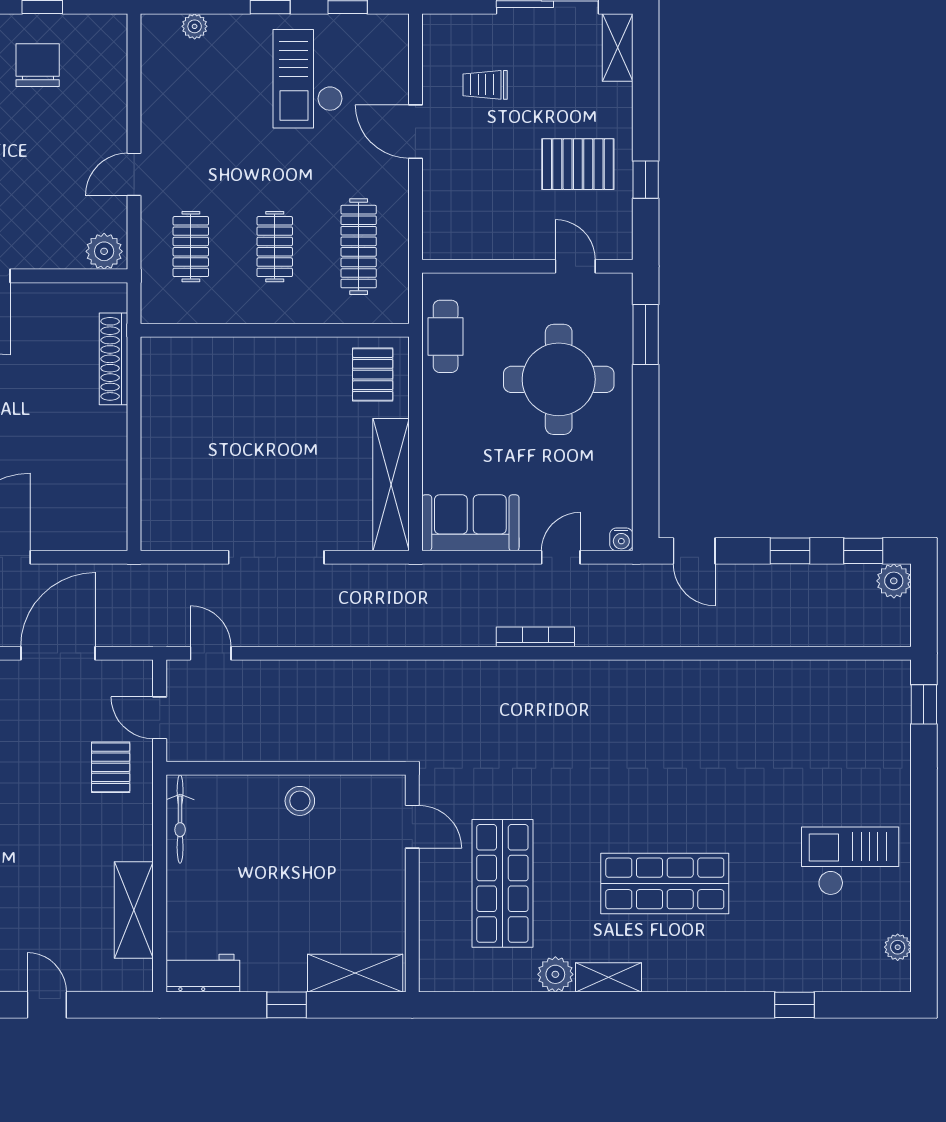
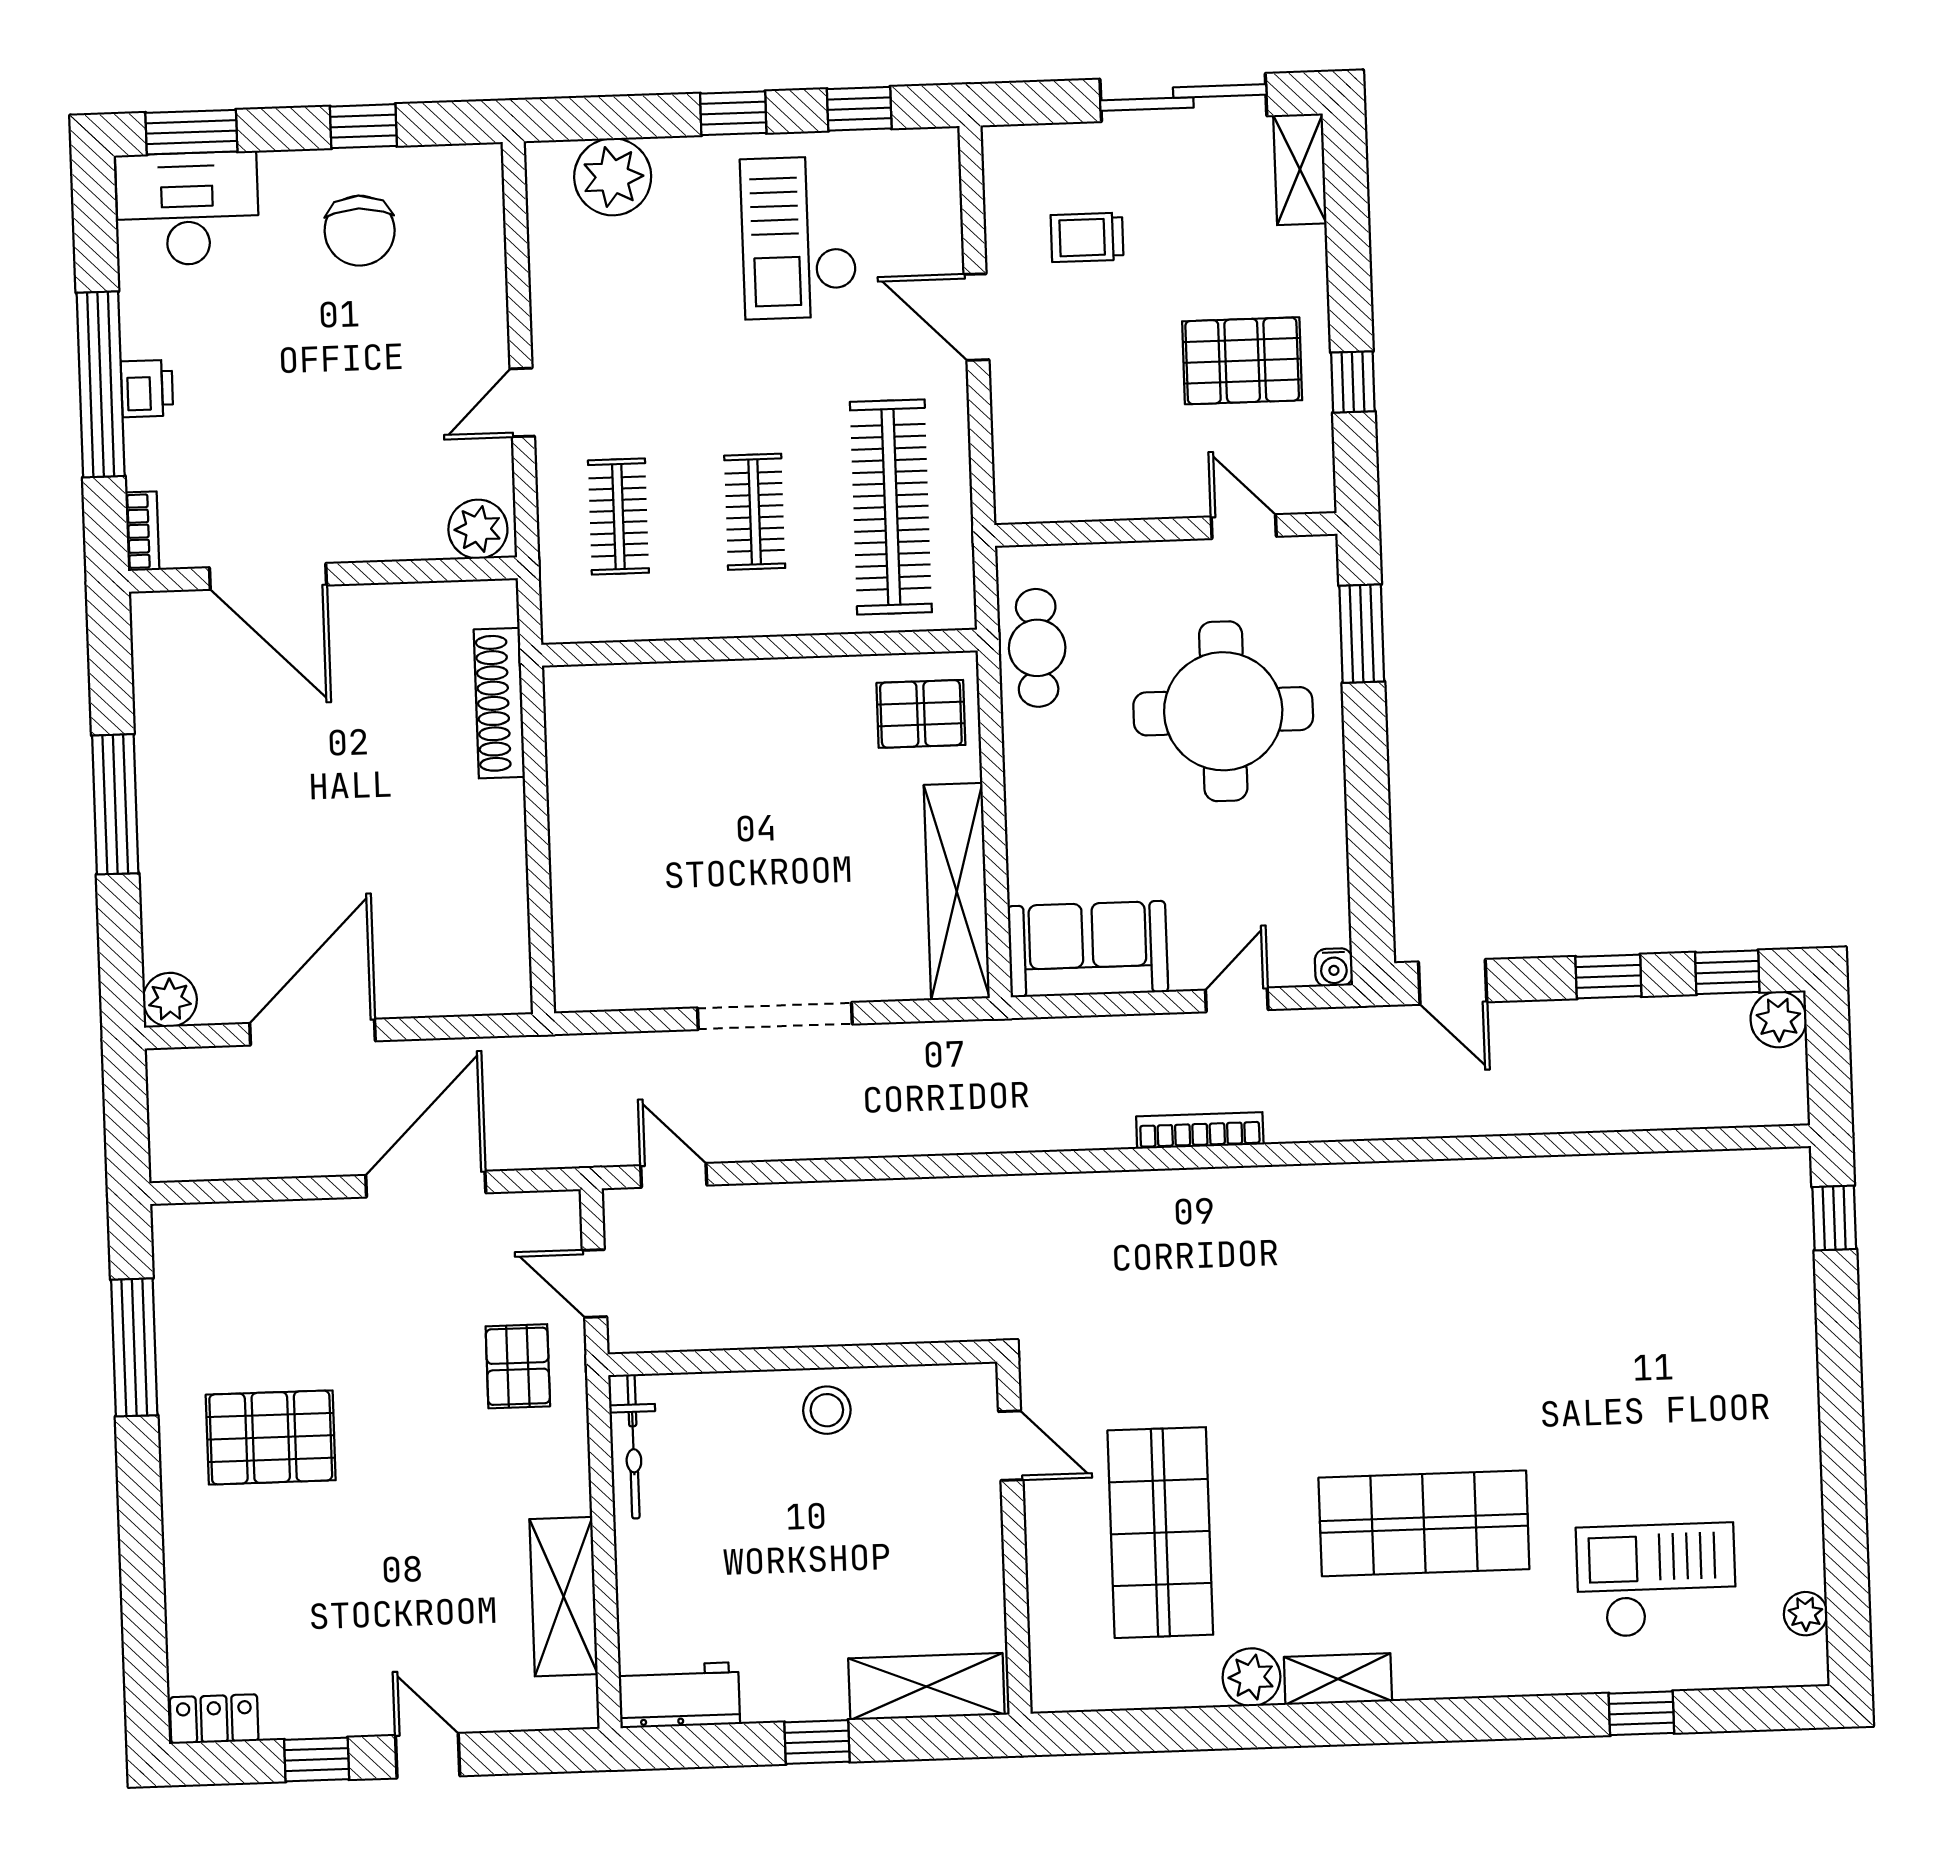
plant: (195, 26) -> (613, 177), width x1.88, depth x1.88
chair: (38, 65) -> (360, 231), turned 180
clothes rail: (359, 247) -> (891, 507), width x1.37, depth x1.31
pallet: (373, 375) -> (921, 714), turned 90
checkout: (850, 861) -> (1656, 1580), moved

